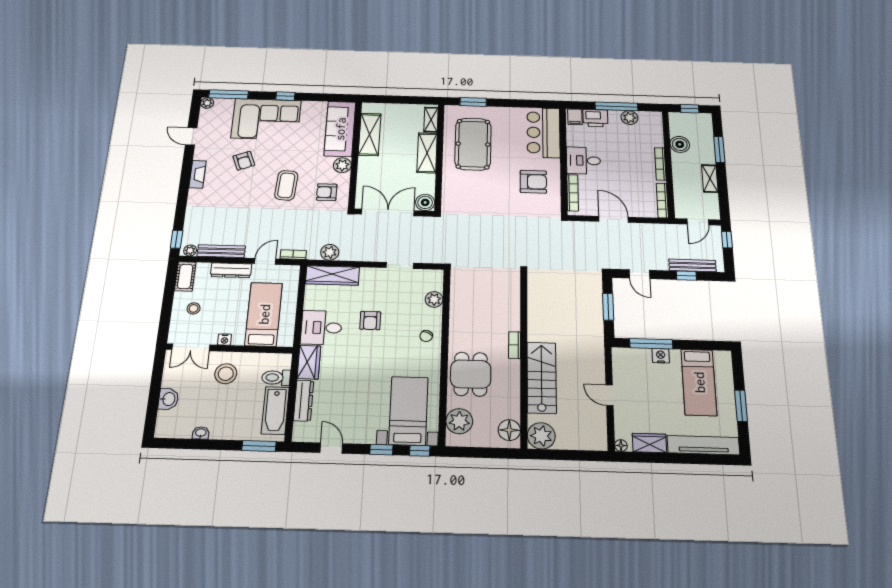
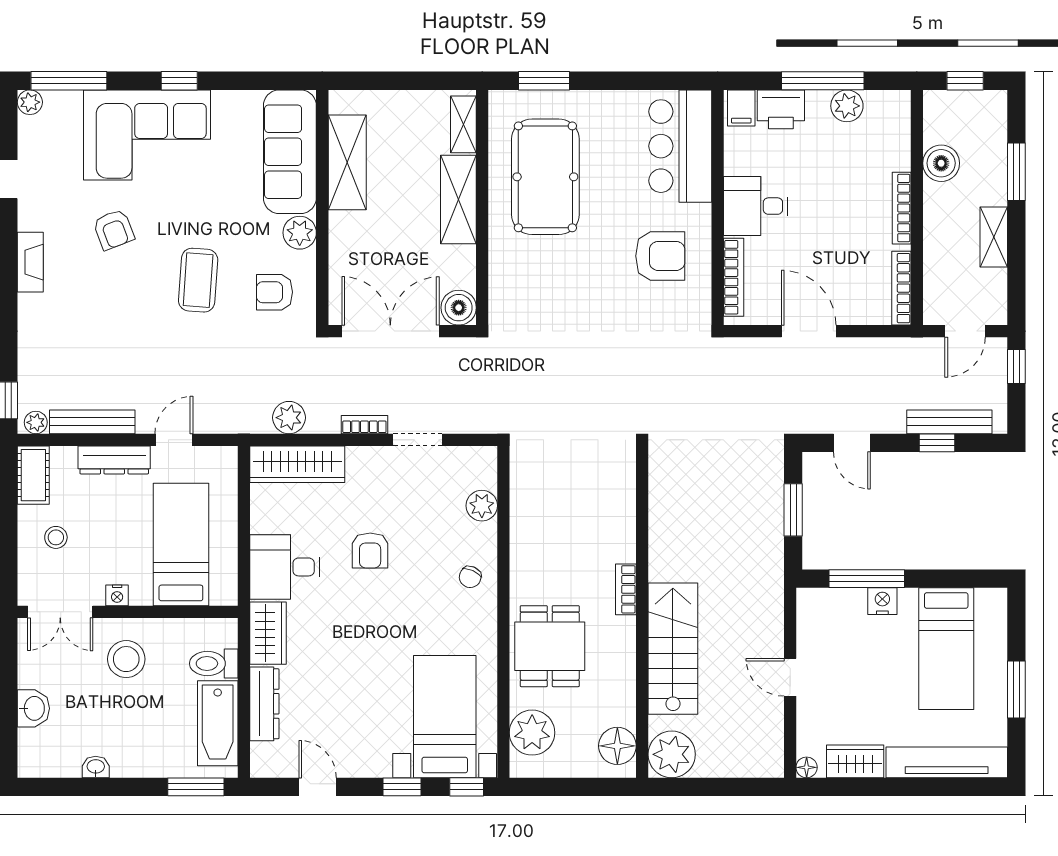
bookcase: (293, 255) -> (364, 425), moved

